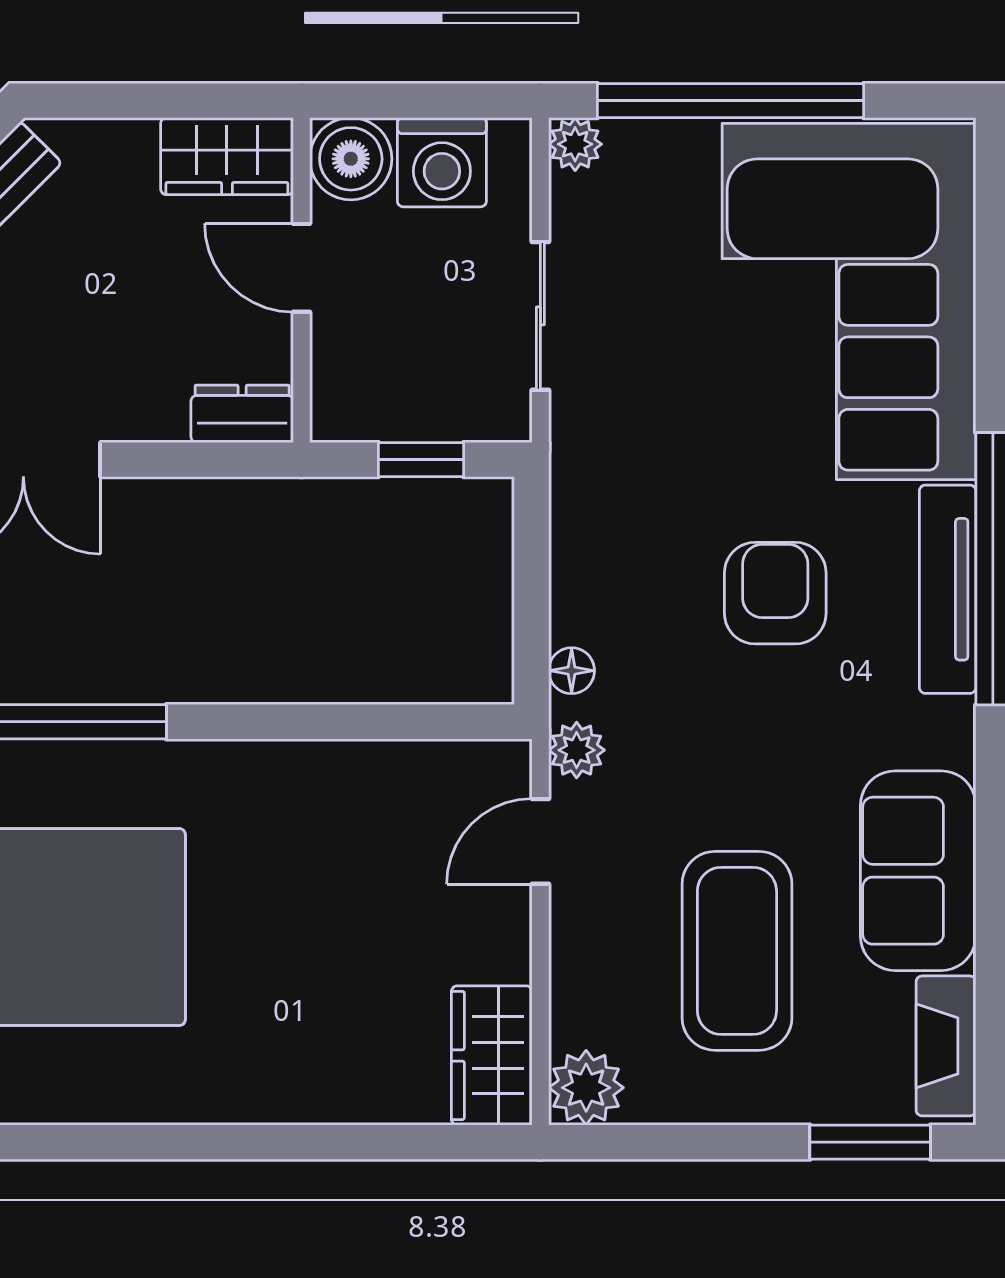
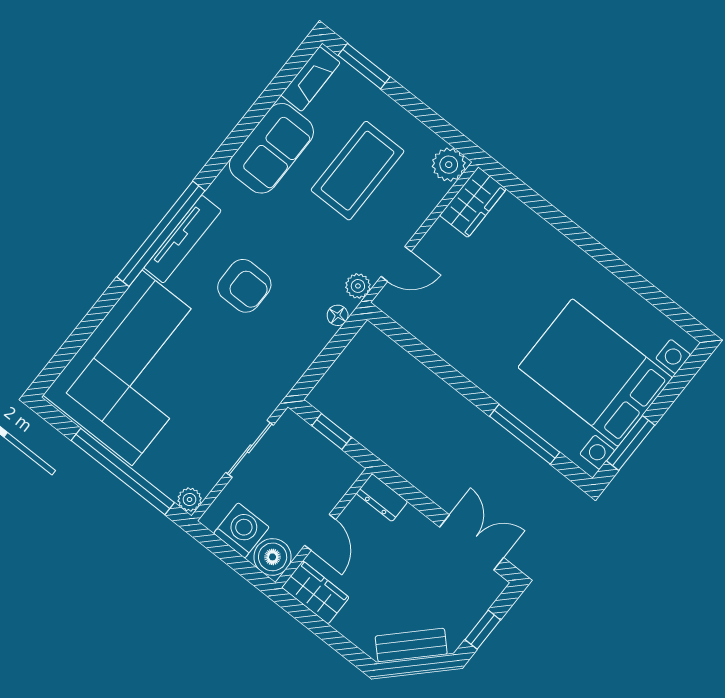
armchair: (775, 593) -> (244, 286), turned -90

